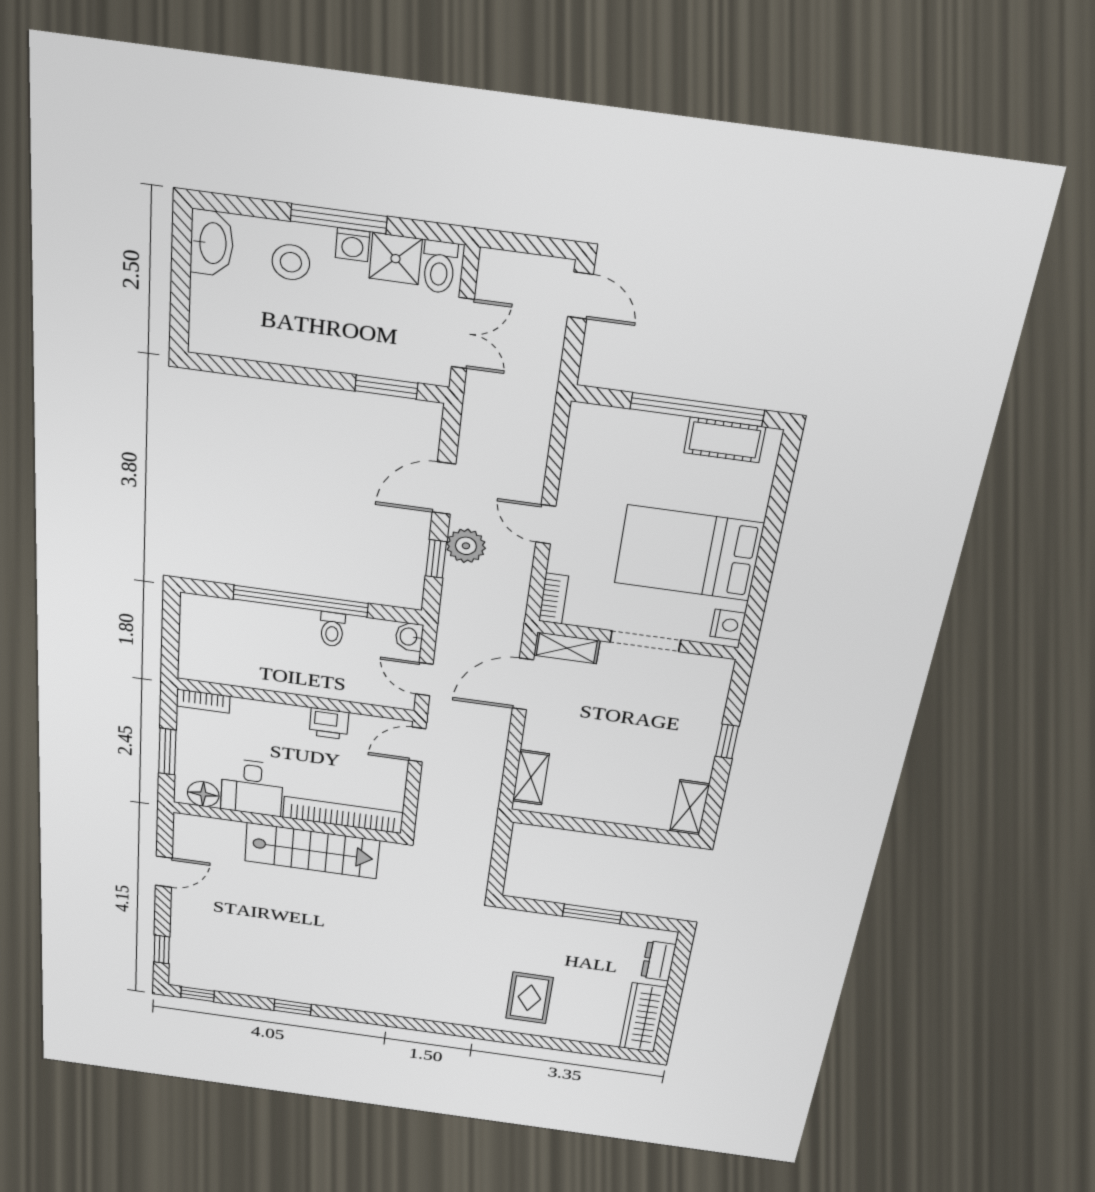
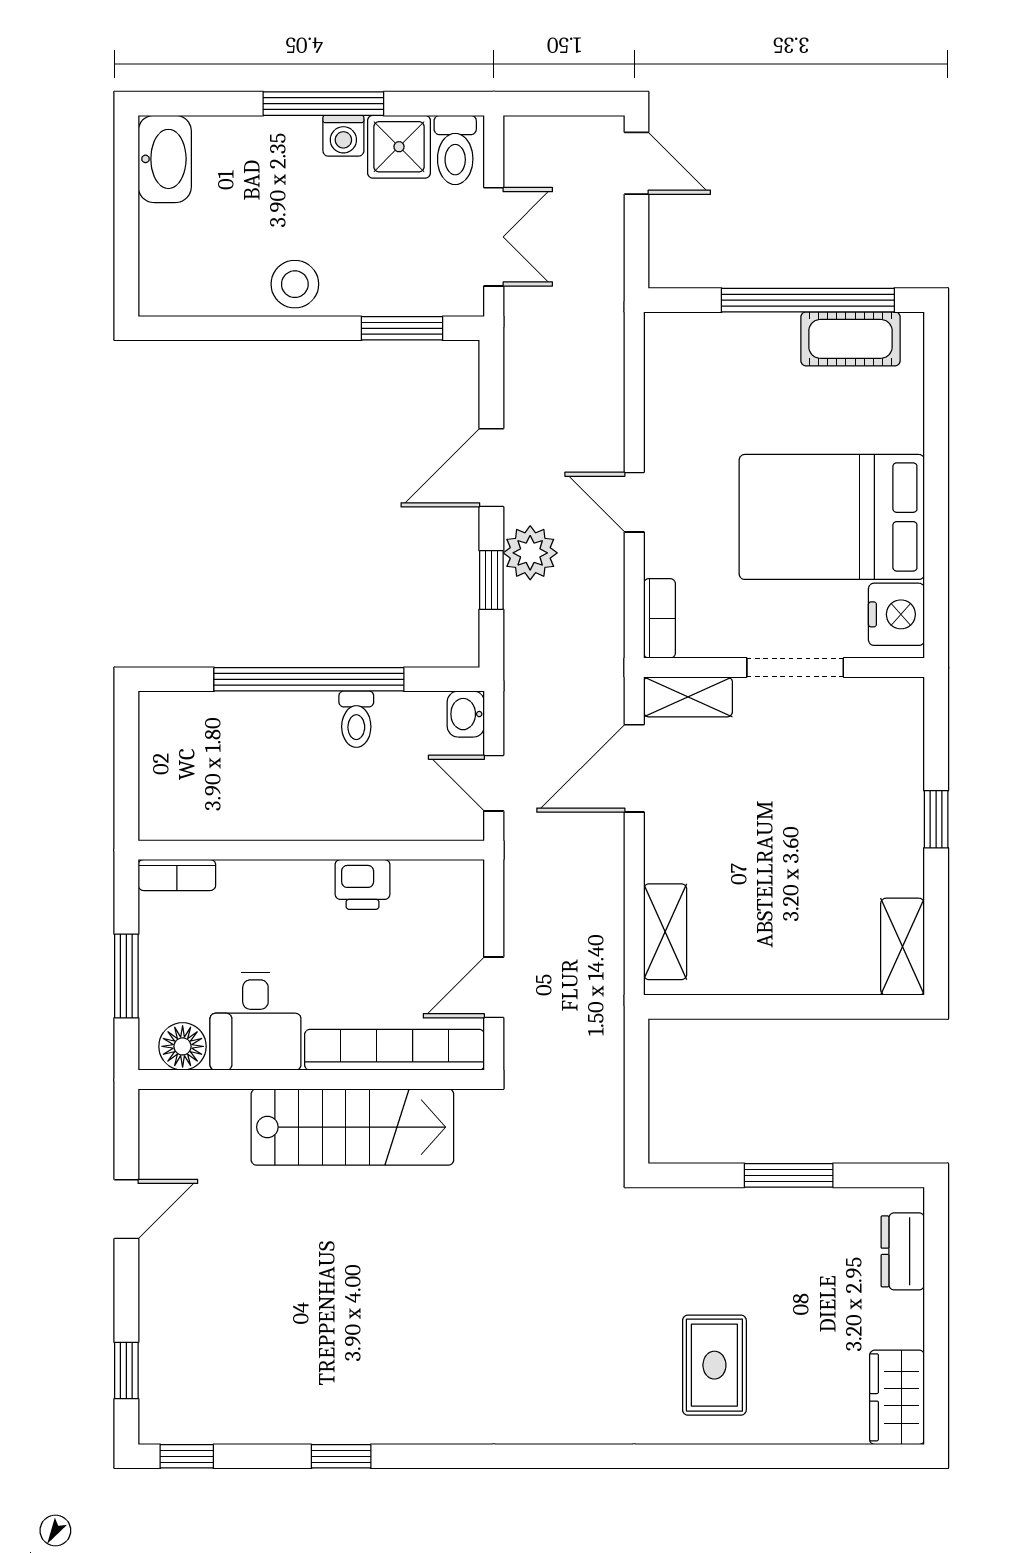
stool: (291, 262) -> (295, 284), moved
nightstand: (728, 625) -> (896, 614), width x1.36, depth x1.33
door: (417, 745) -> (494, 987), moved
wardrobe: (643, 1018) -> (897, 1397), width x0.67

